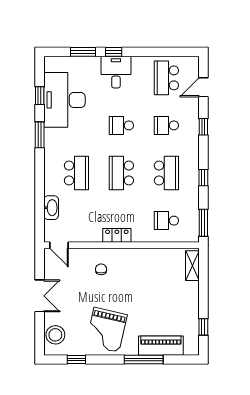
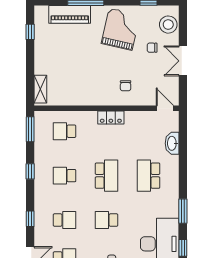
school desk: (121, 125) -> (107, 220), turned 180
school desk: (166, 173) -> (65, 176), width x0.54
school desk: (166, 221) -> (65, 131), turned 180
chair: (73, 310) -> (152, 48), added

